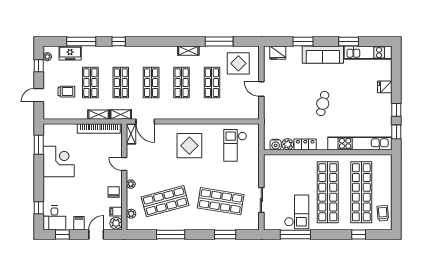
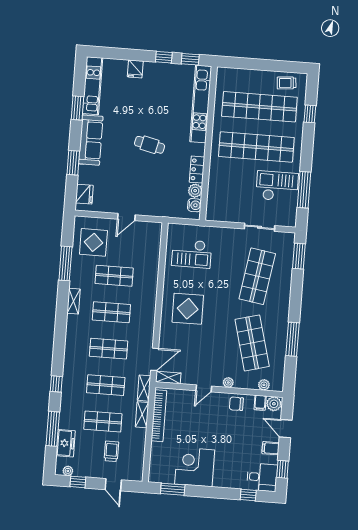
window: (225, 235) -> (299, 256), moved

